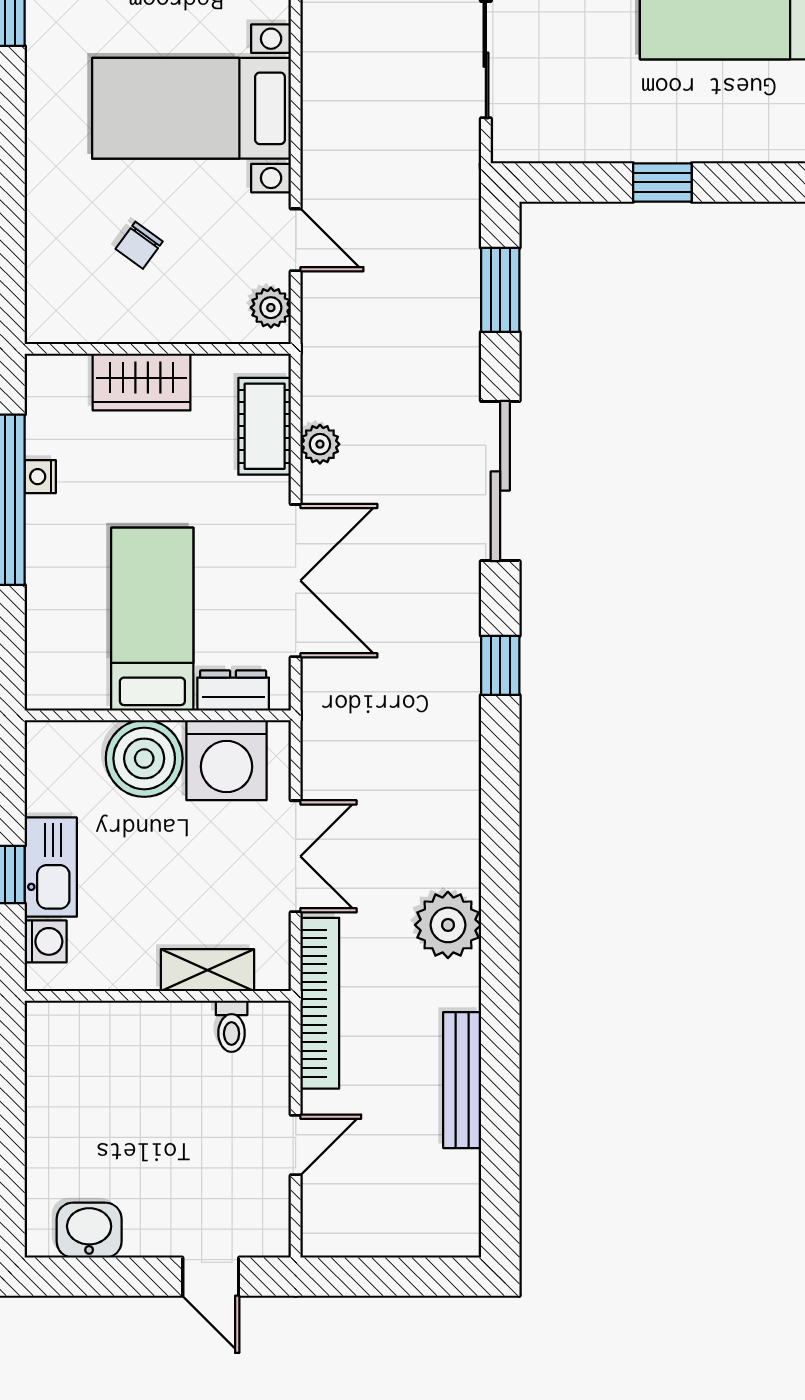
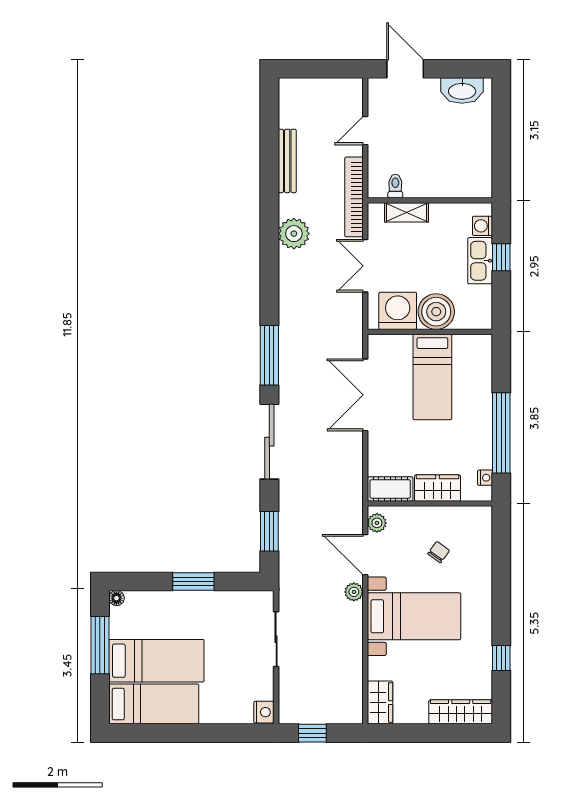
window: (662, 182) -> (193, 582), width x1.50
door: (296, 240) -> (365, 555), width x1.38
cot: (265, 426) -> (390, 489), moved, turned 90
plant: (320, 444) -> (354, 592), moved
nightstand: (40, 477) -> (485, 478), moved
window: (500, 665) -> (269, 355), width x2.17
dresser: (233, 690) -> (395, 344), removed
washbasin: (89, 1230) -> (462, 91), width x1.38
door: (211, 1277) -> (405, 69), width x1.38

